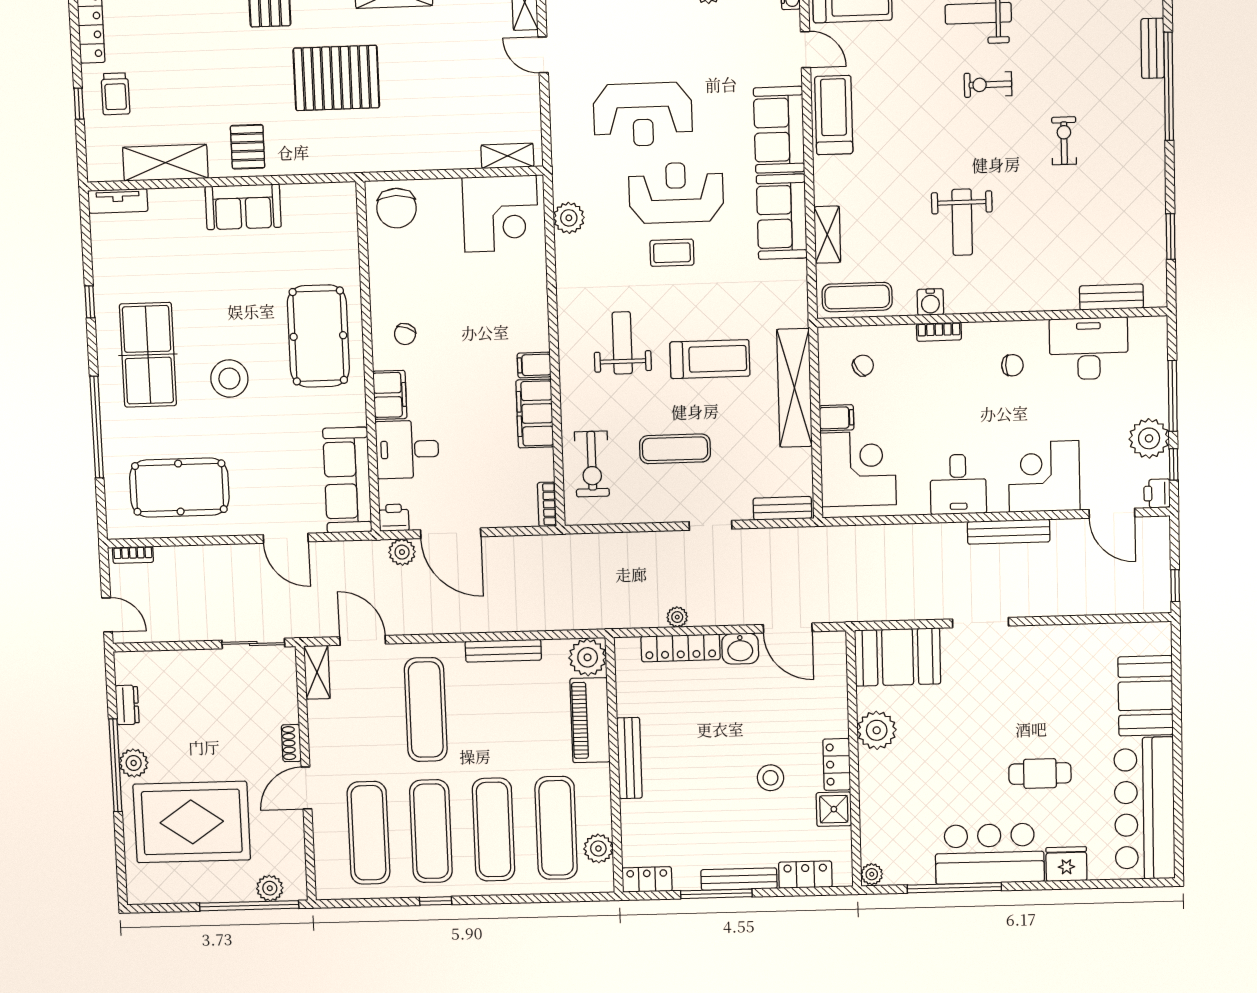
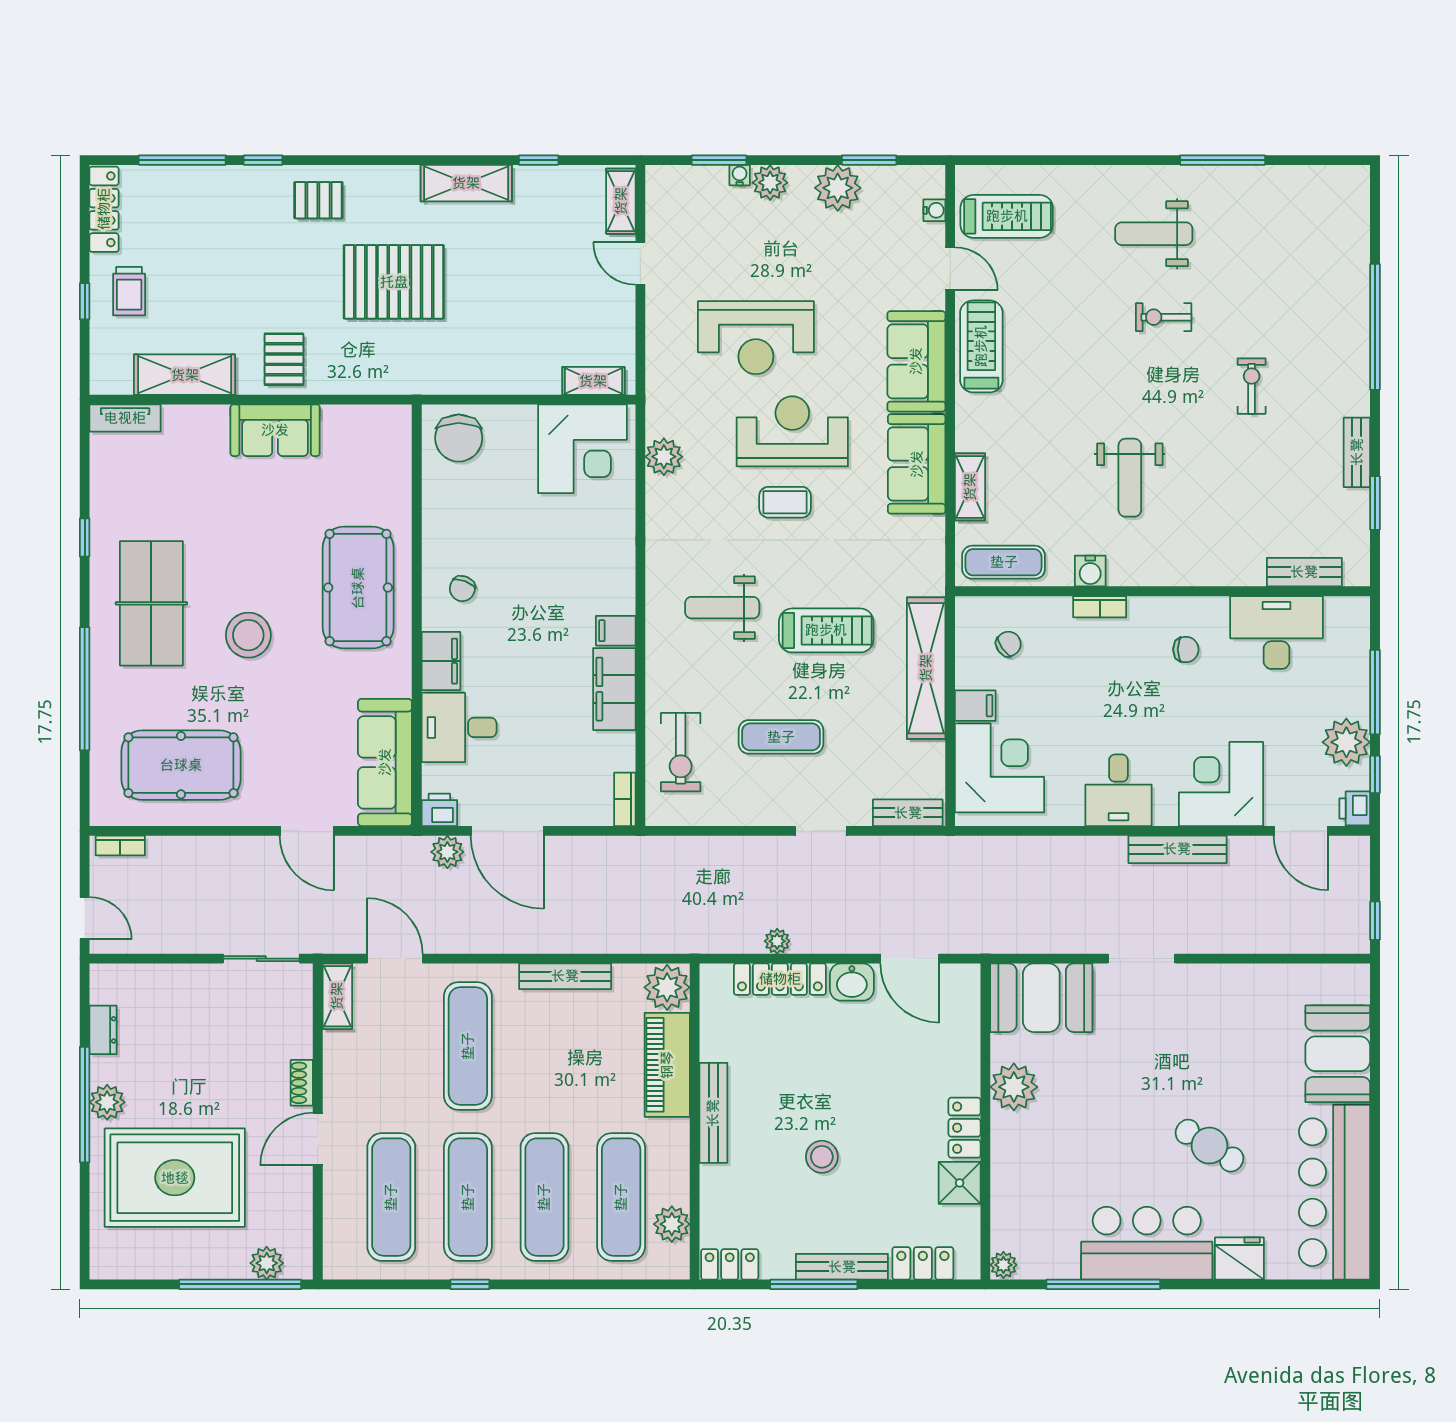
bench: (1153, 48) -> (1357, 452), moved
weight bench: (622, 343) -> (722, 608), turned -90
cafe table: (1040, 773) -> (1209, 1146), turned 32
stool: (770, 778) -> (822, 1157), moved

